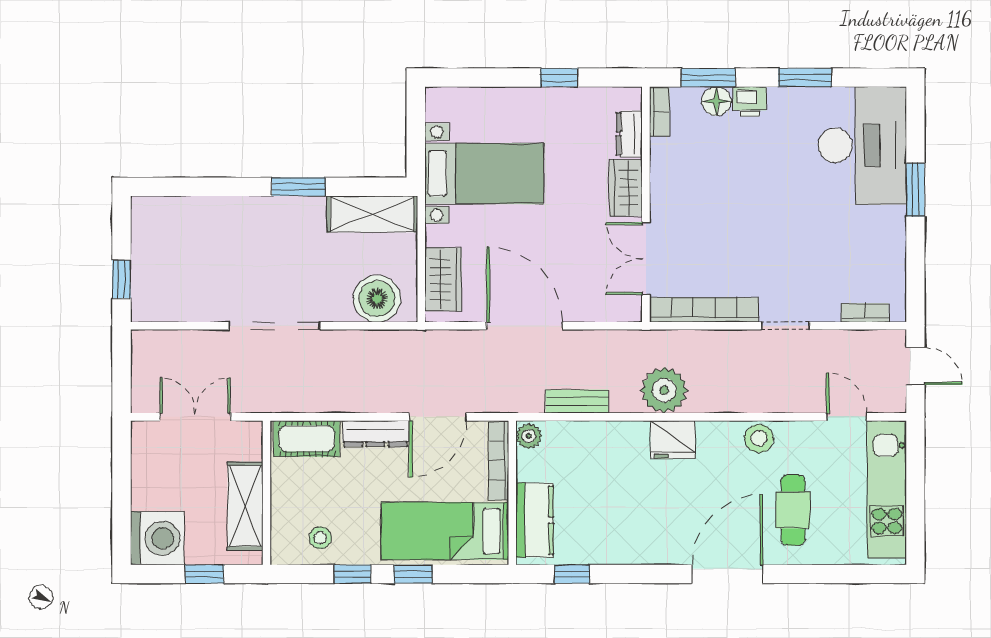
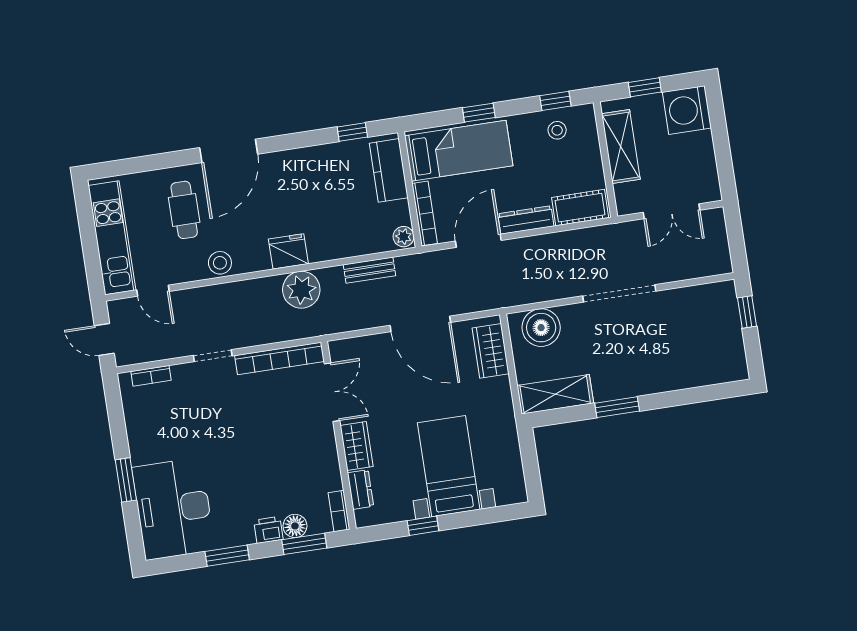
bed with nightstands: (484, 174) -> (449, 466), moved, turned 90
window: (353, 574) -> (555, 101), moved

